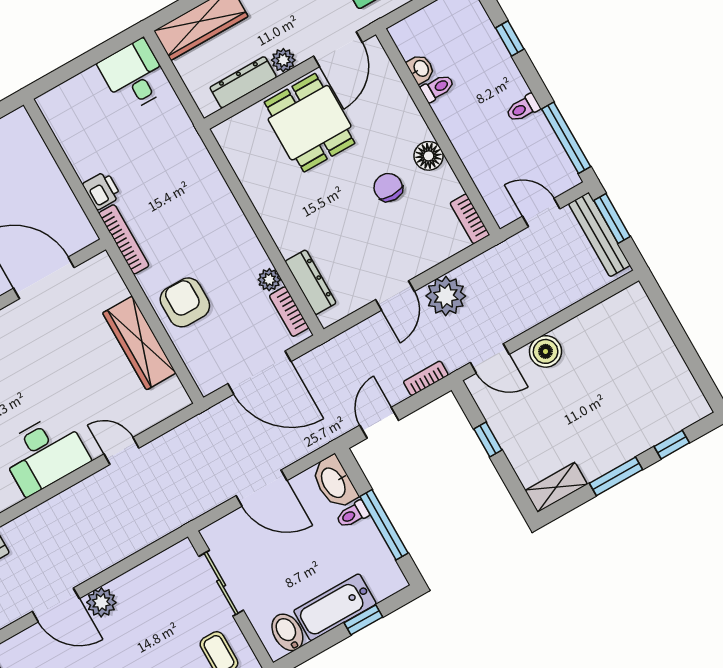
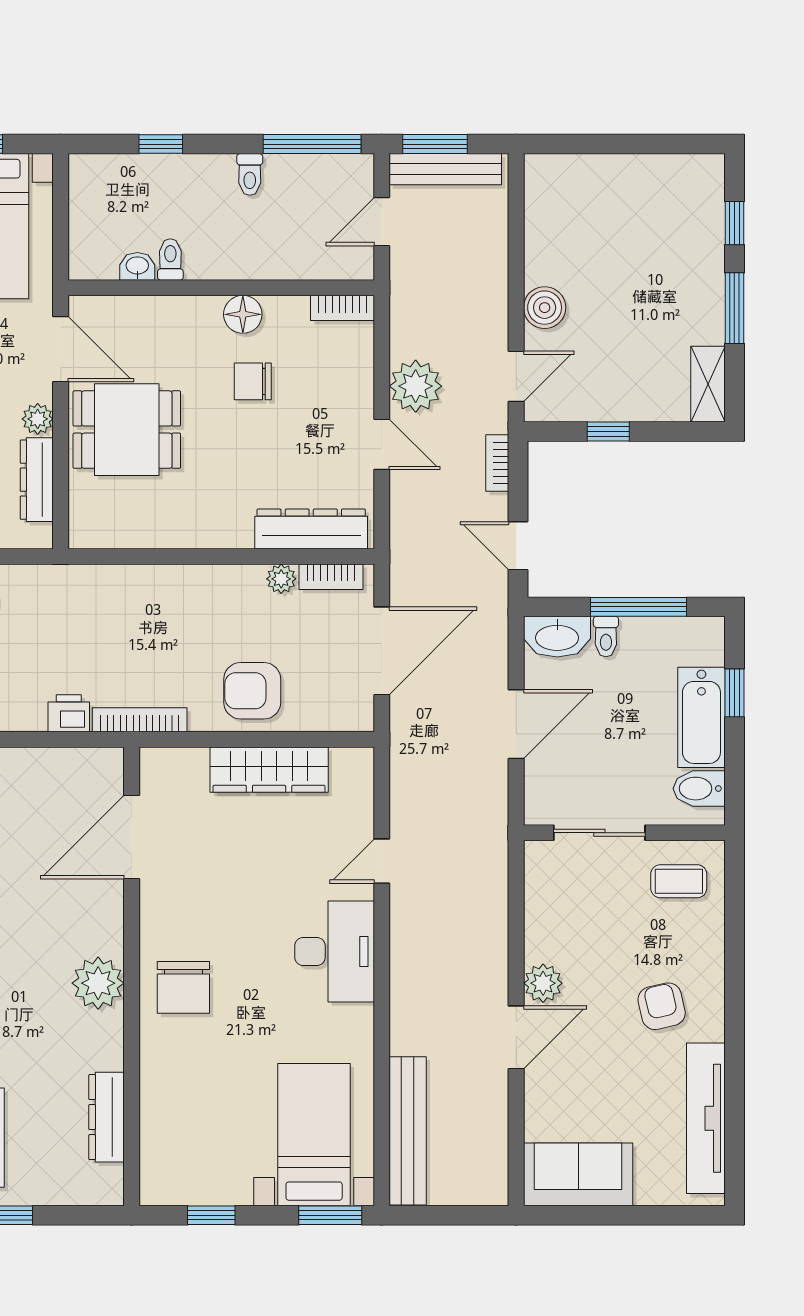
dresser: (311, 282) -> (311, 529), width x1.37, depth x1.24

